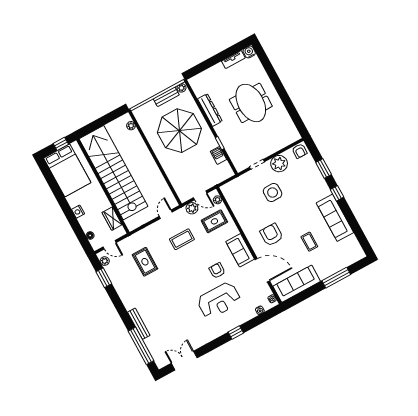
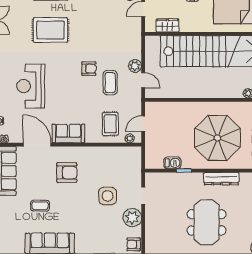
meeting table: (251, 103) -> (206, 222), turned 90
plant: (192, 208) -> (135, 66), moved
rug: (145, 262) -> (50, 30), moved, width x1.36, depth x1.43
door: (262, 270) -> (37, 145), swing flipped
armchair: (217, 271) -> (89, 69), moved

